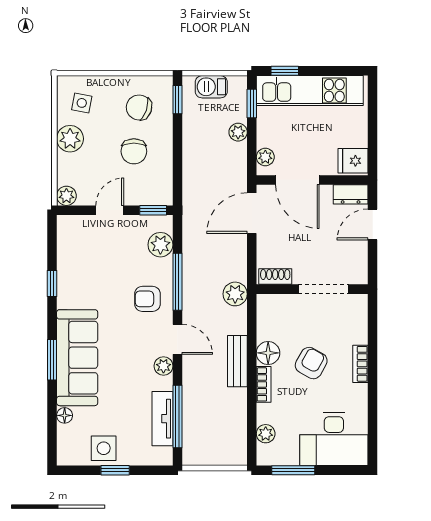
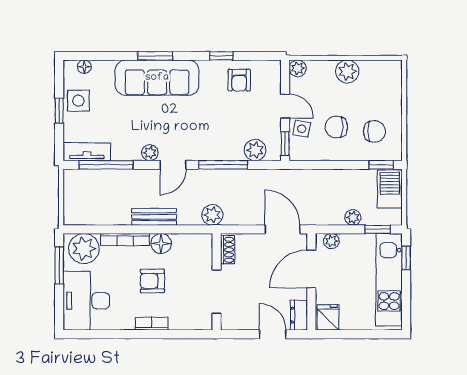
barbecue: (211, 87) -> (390, 189), width x1.38, depth x1.27
side table: (82, 103) -> (302, 129), moved
chair: (139, 107) -> (374, 131), turned 71
armchair: (147, 299) -> (239, 80), moved, turned 180
armchair: (311, 363) -> (152, 281), turned 151
bookcase: (264, 384) -> (125, 240), width x1.56
floor lamp: (65, 415) -> (84, 67), moved
tv unit: (162, 419) -> (87, 152), moved
plant: (266, 434) -> (84, 248), width x1.88, depth x1.88

